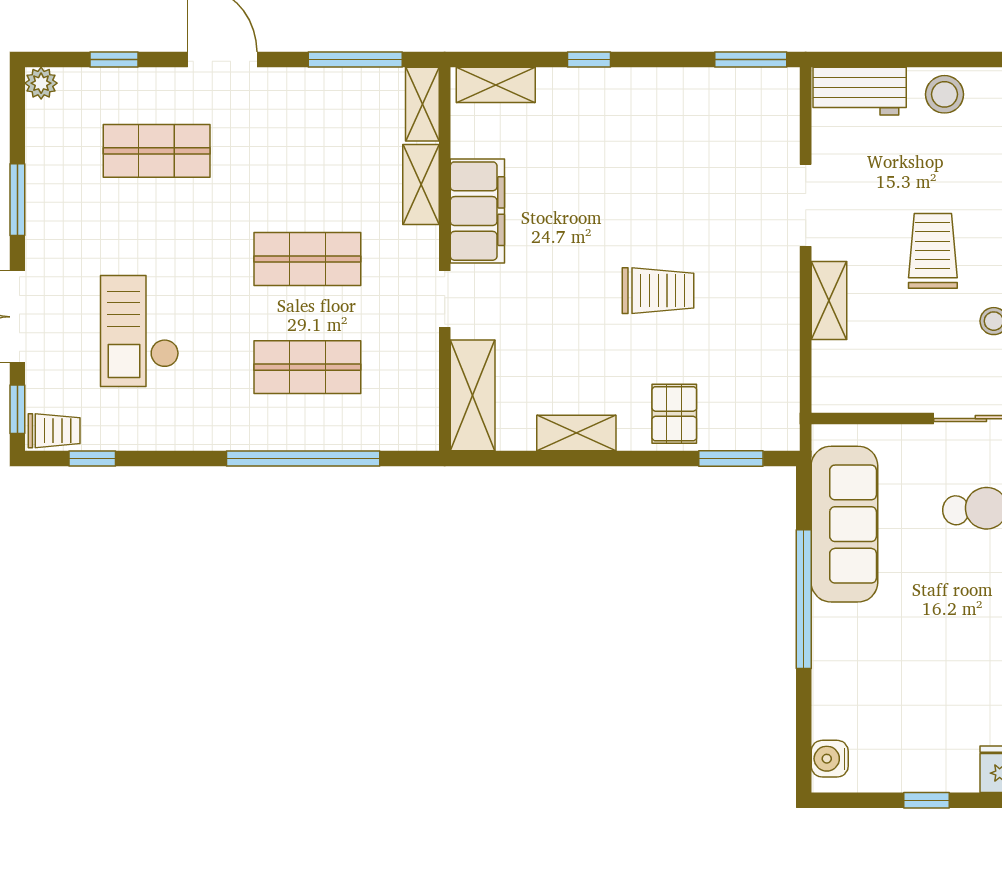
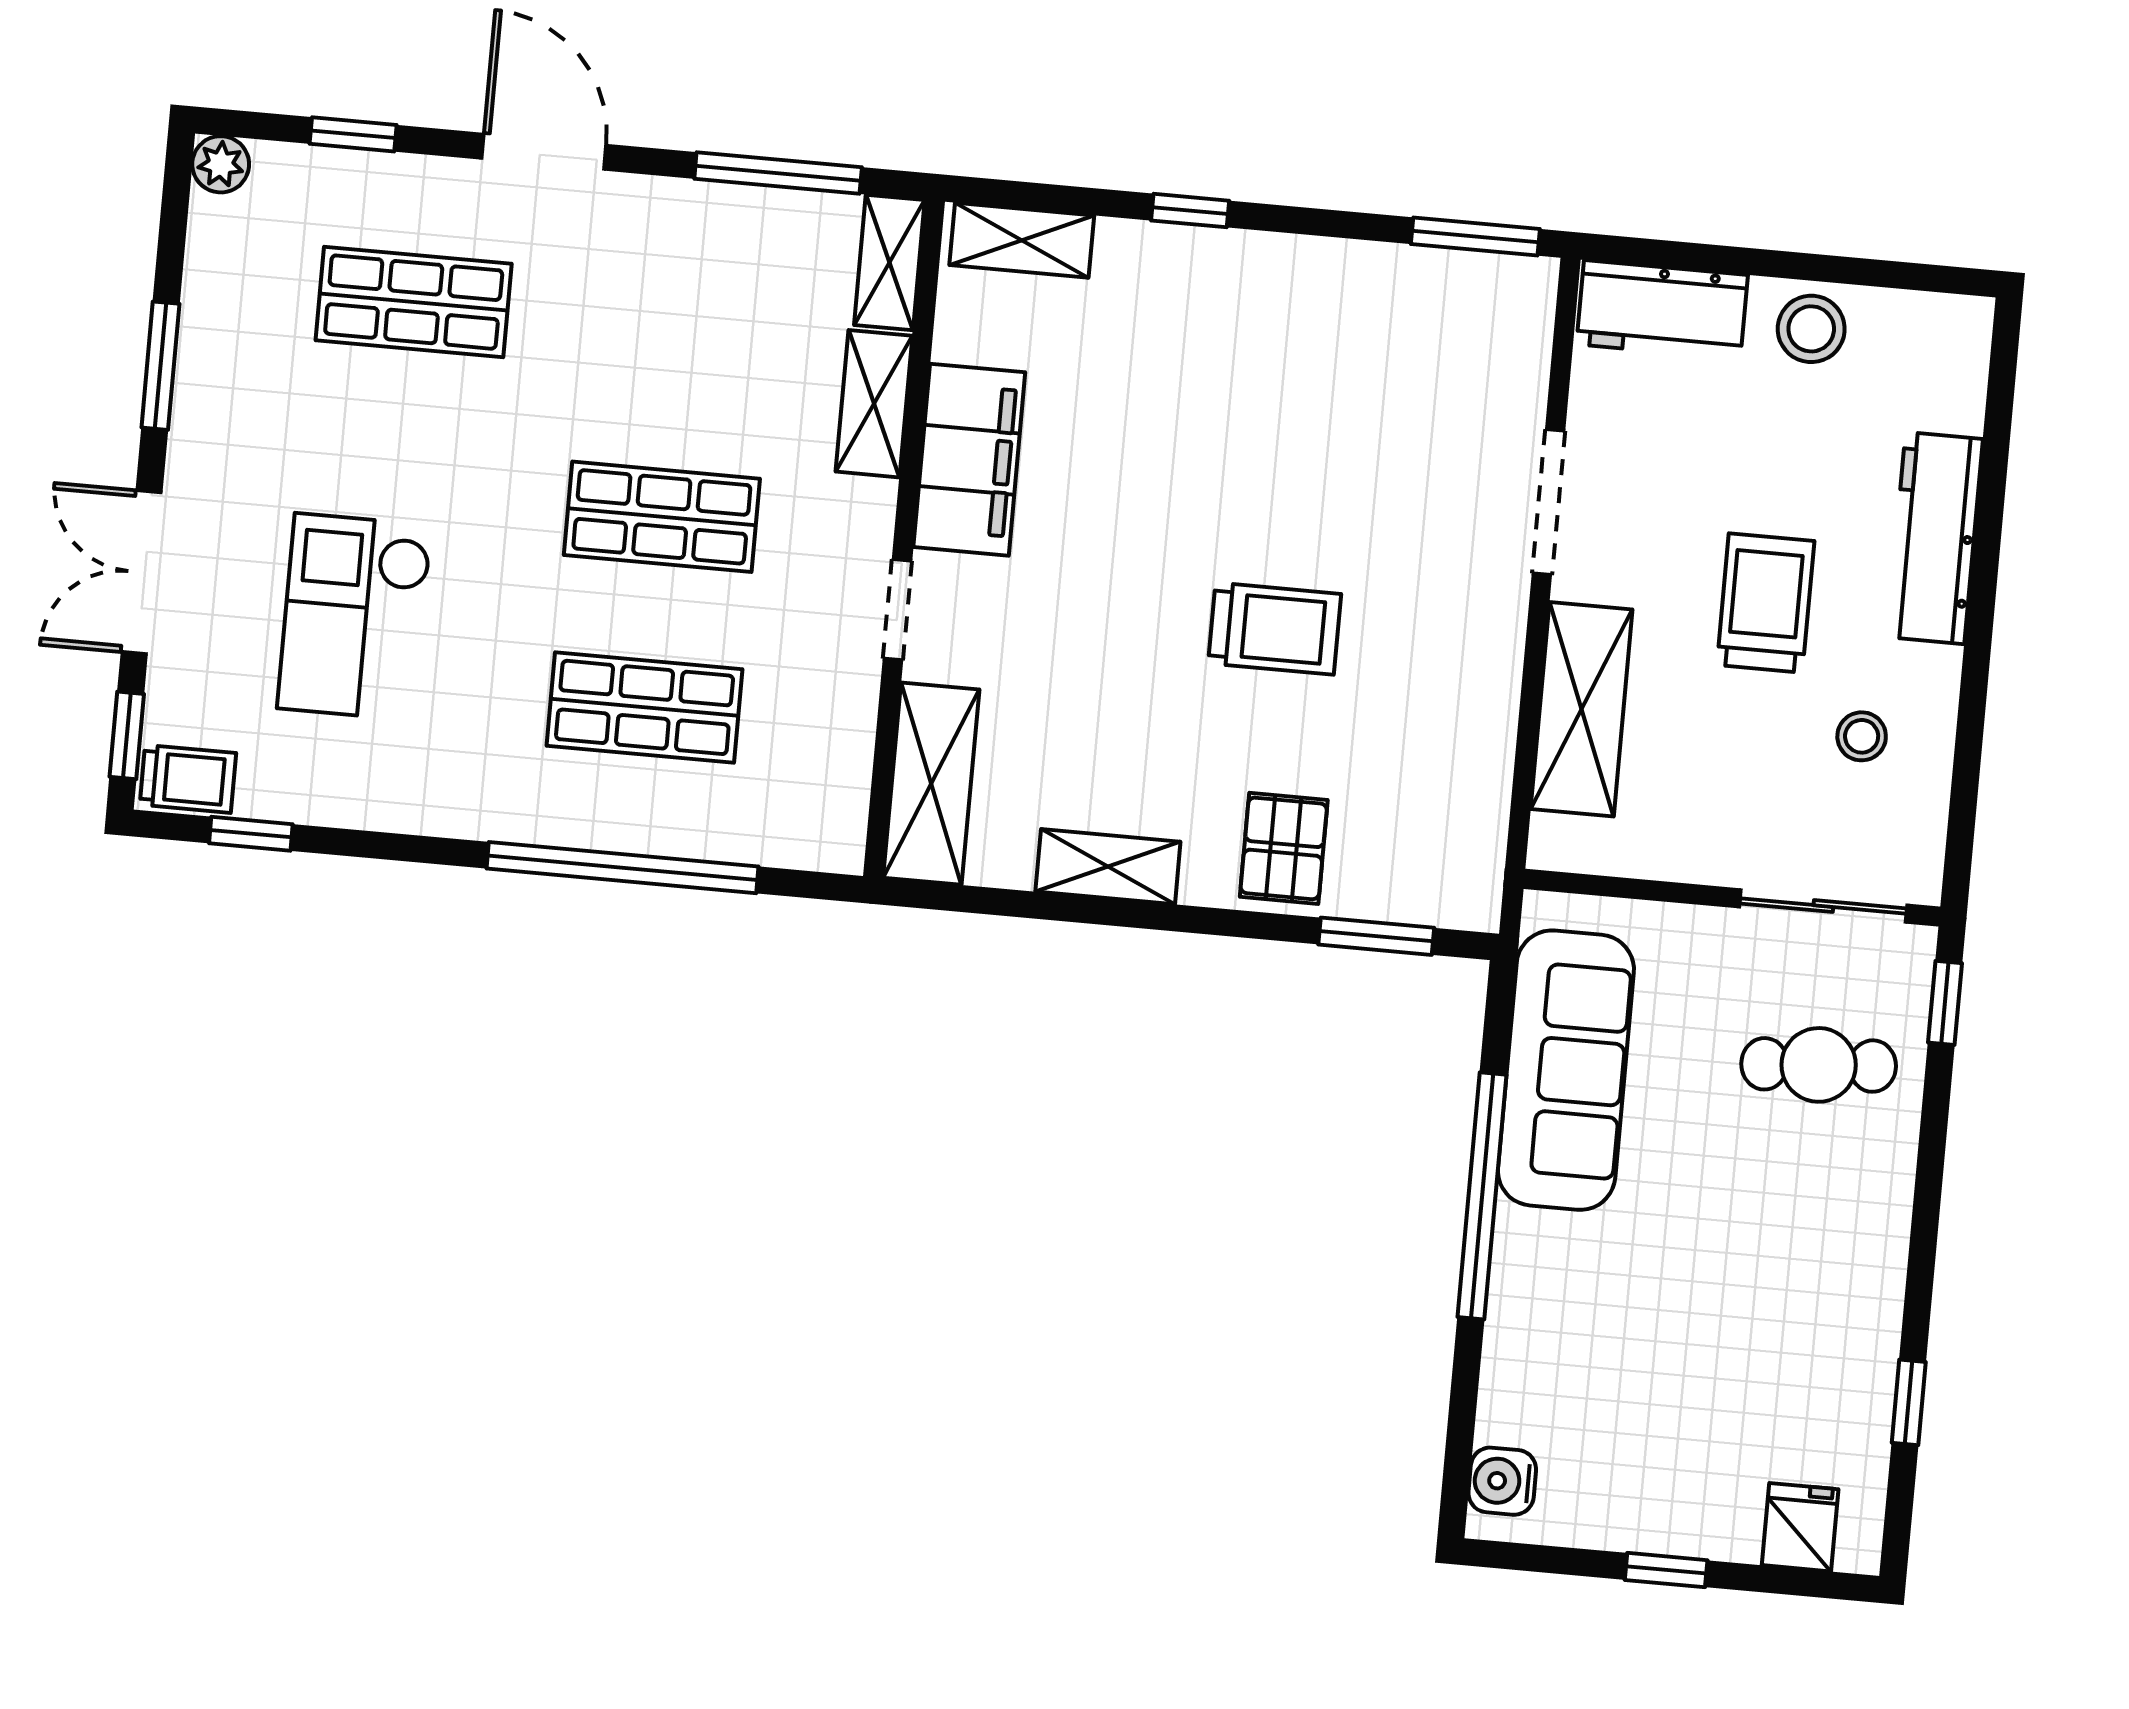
shelving: (829, 301) -> (1582, 709), width x1.50, depth x1.33

